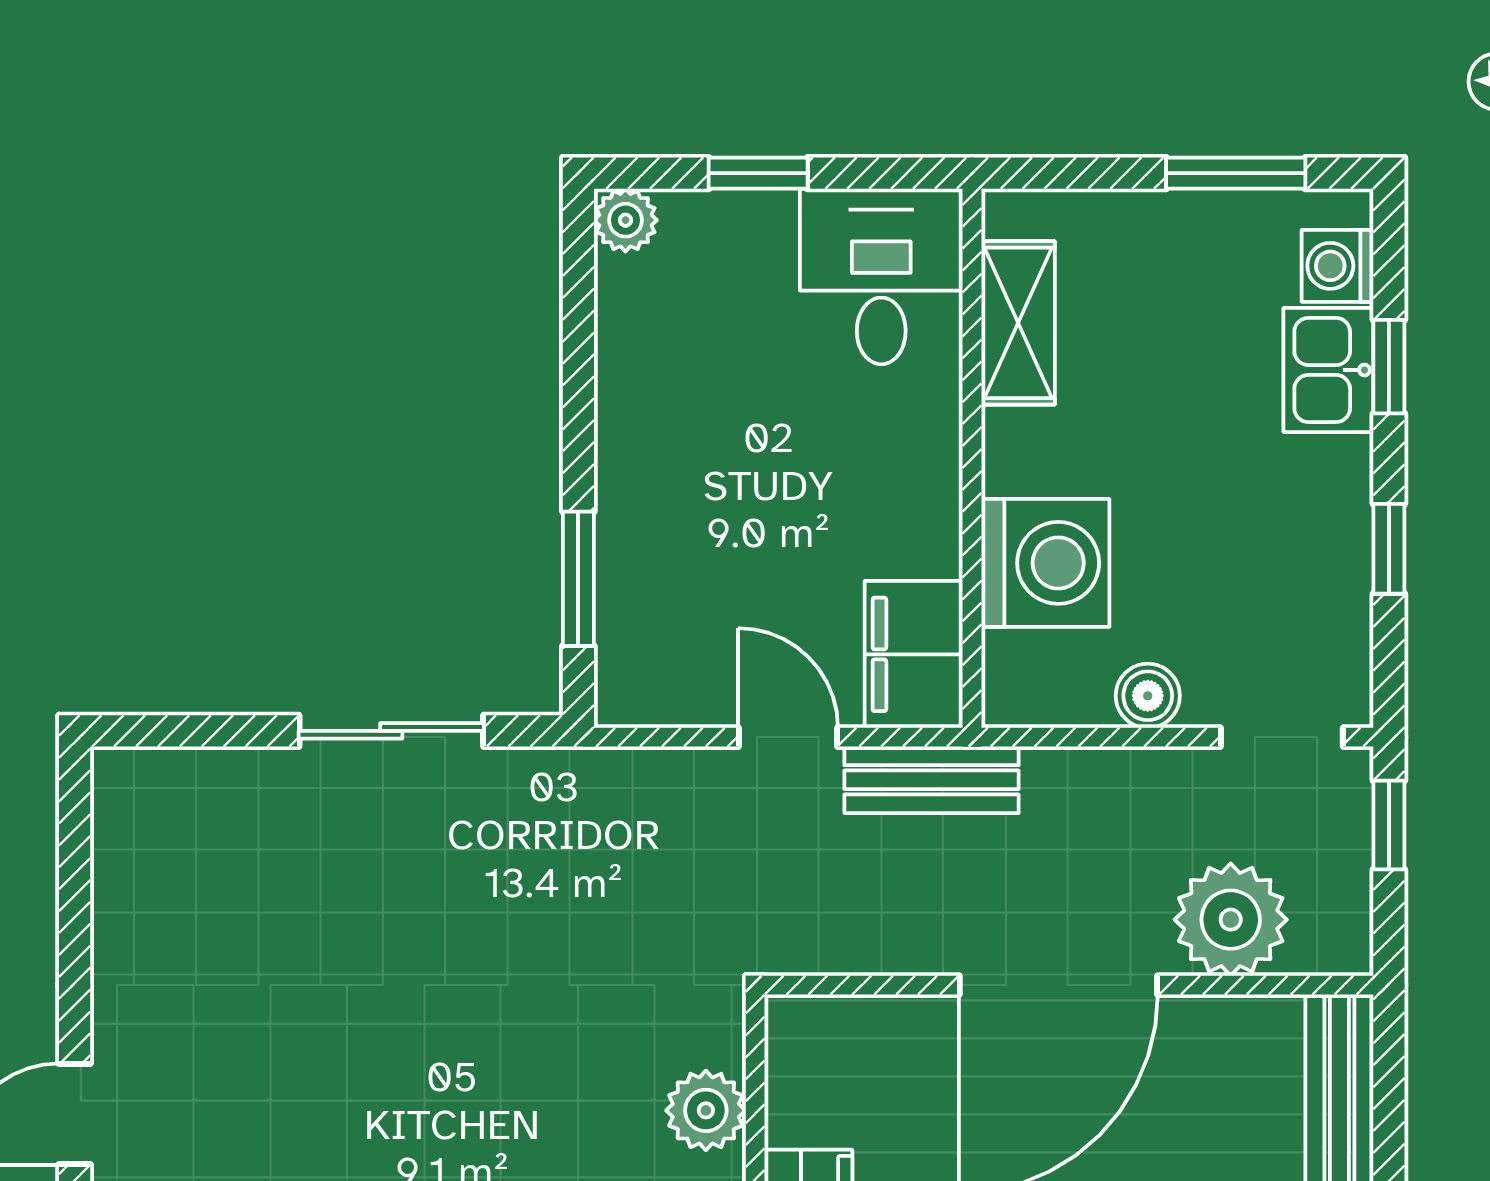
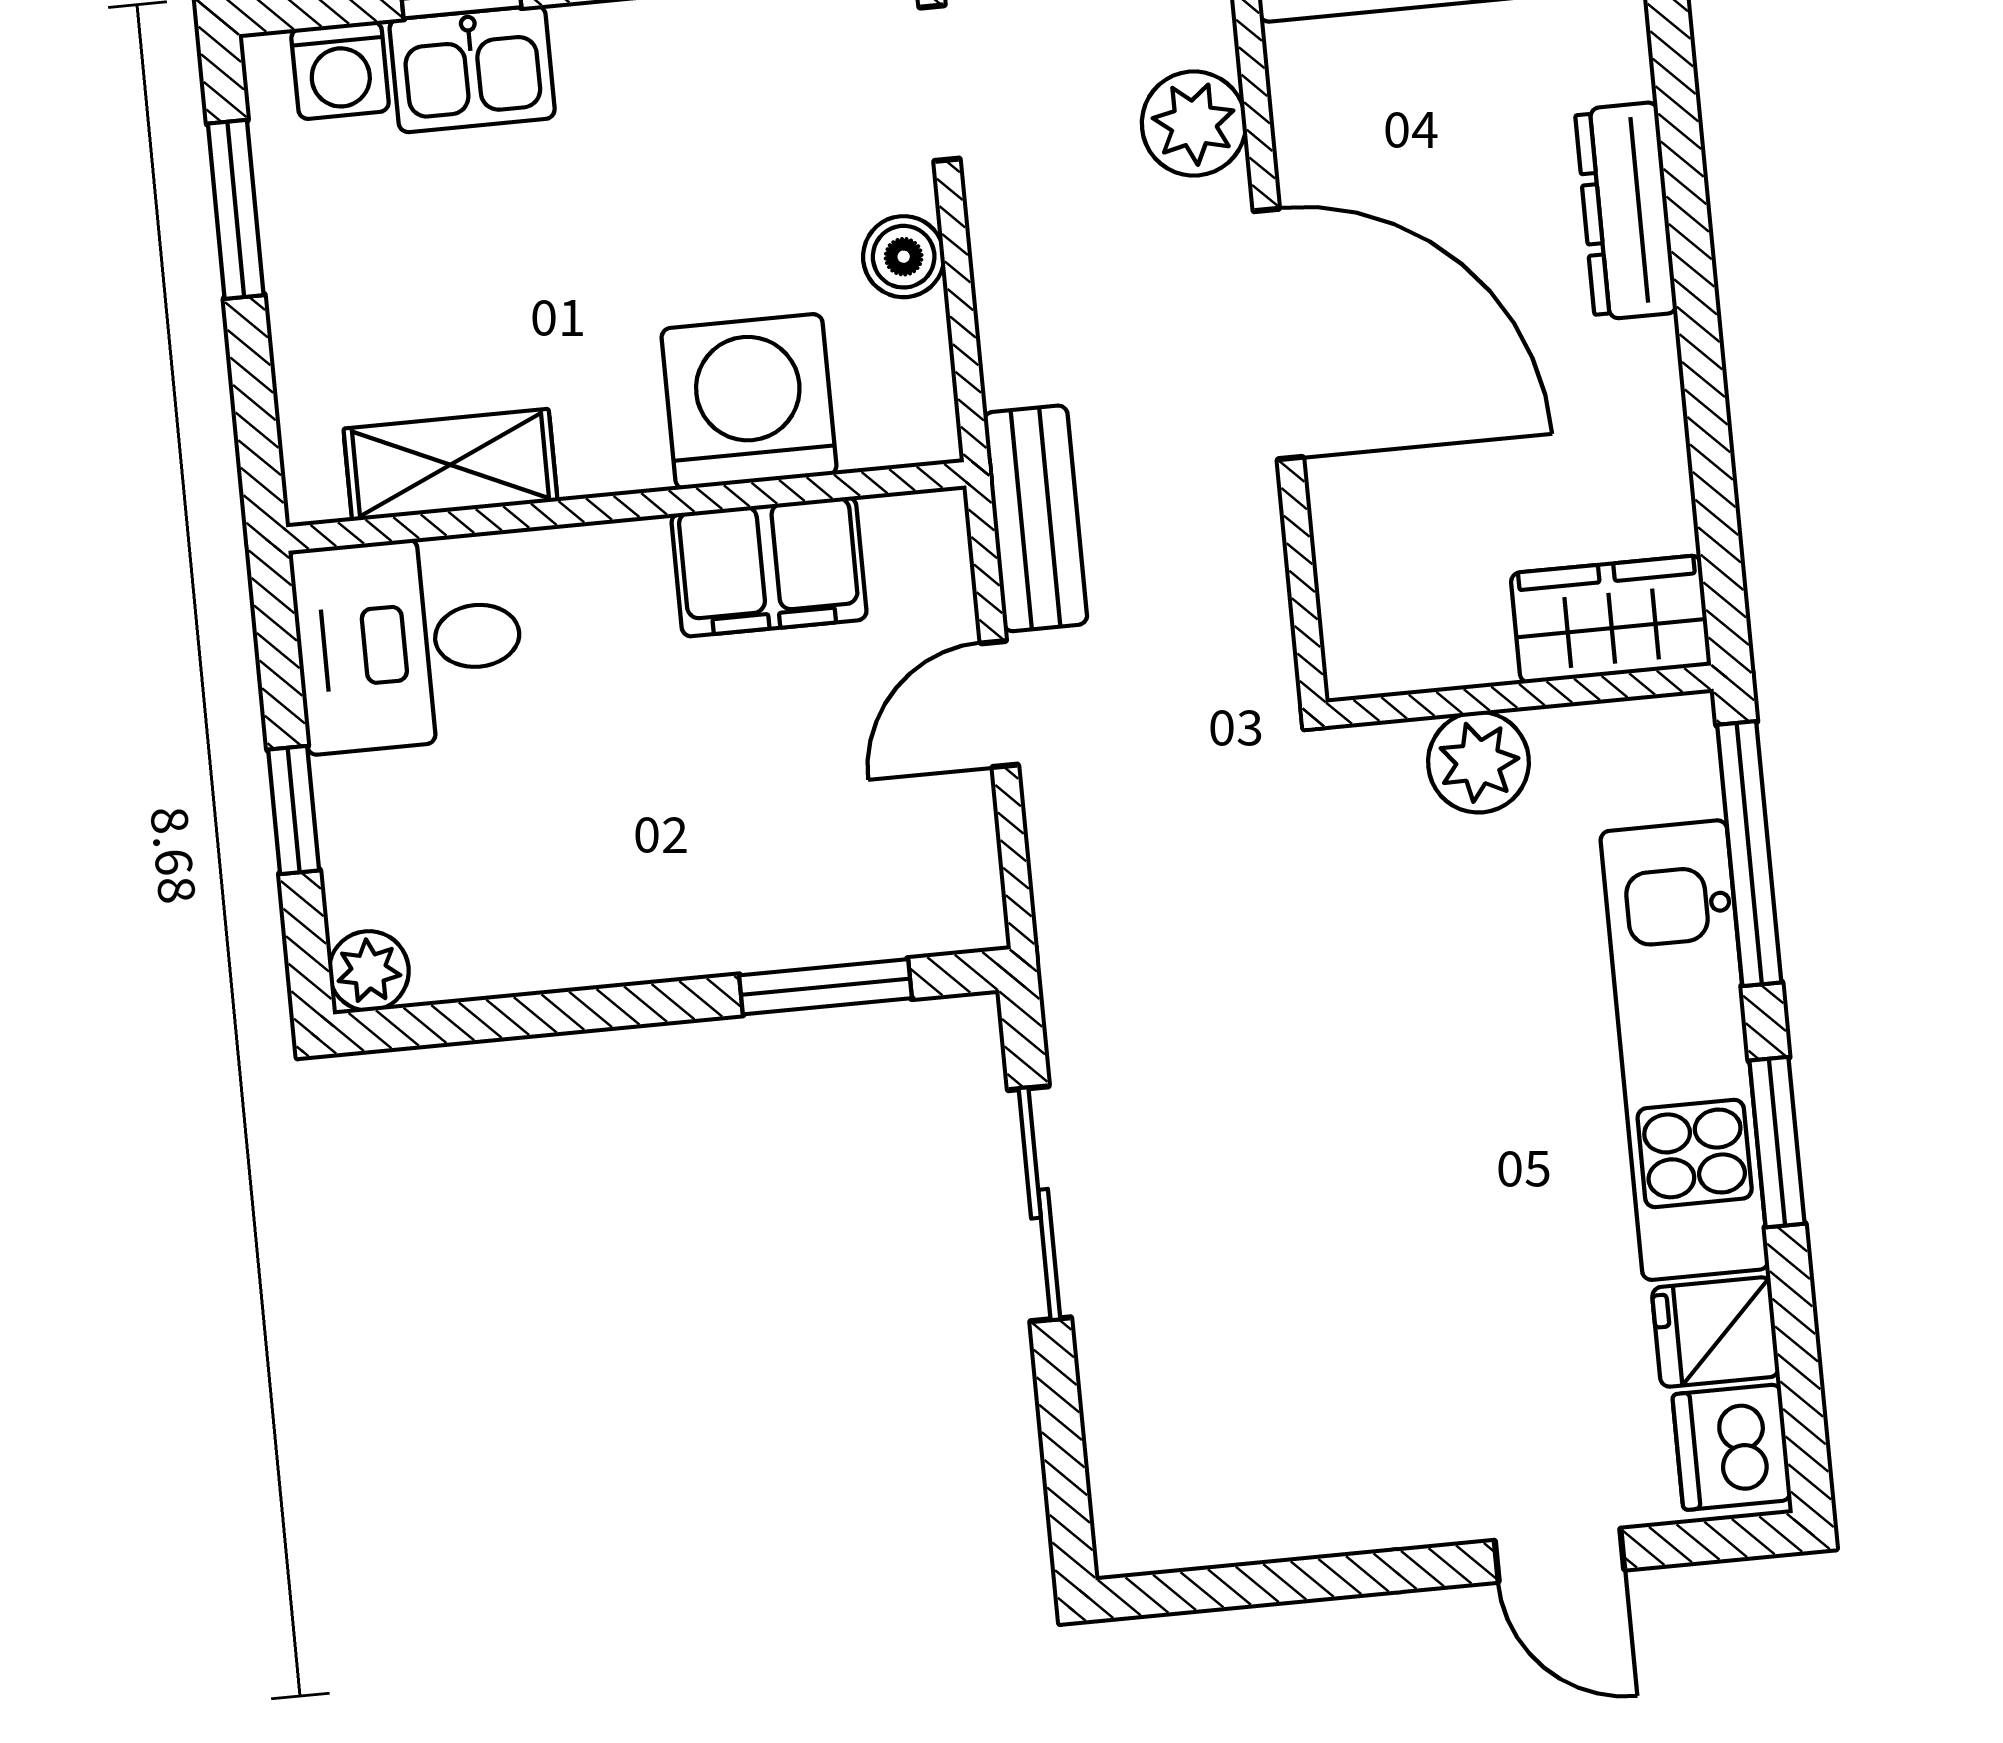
filing cabinet: (914, 654) -> (769, 567), moved
plant: (1231, 920) -> (1194, 124), width x0.73, depth x0.73

